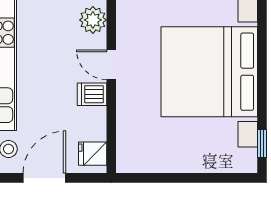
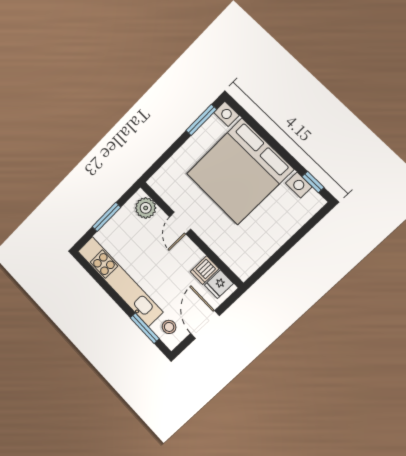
door: (111, 65) -> (180, 223), hinge flipped
dishwasher: (92, 94) -> (205, 270), moved

